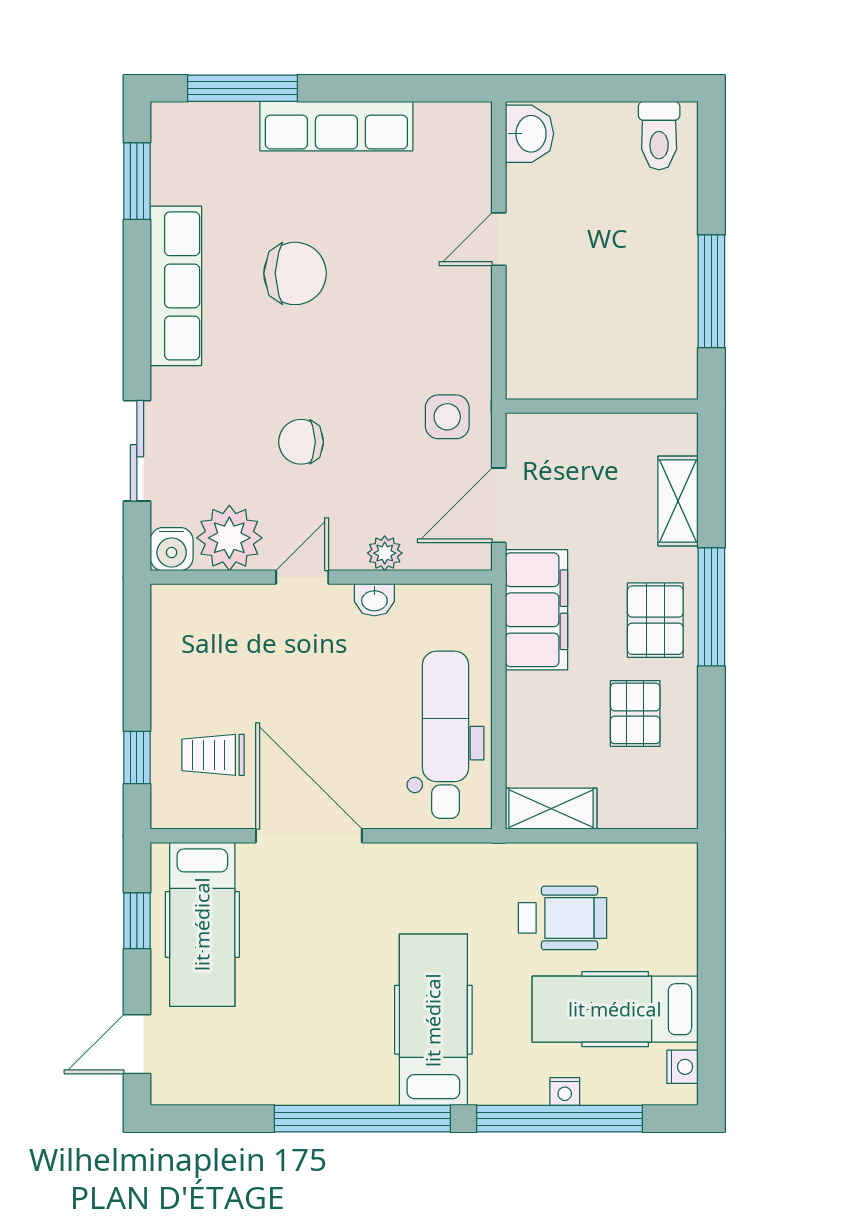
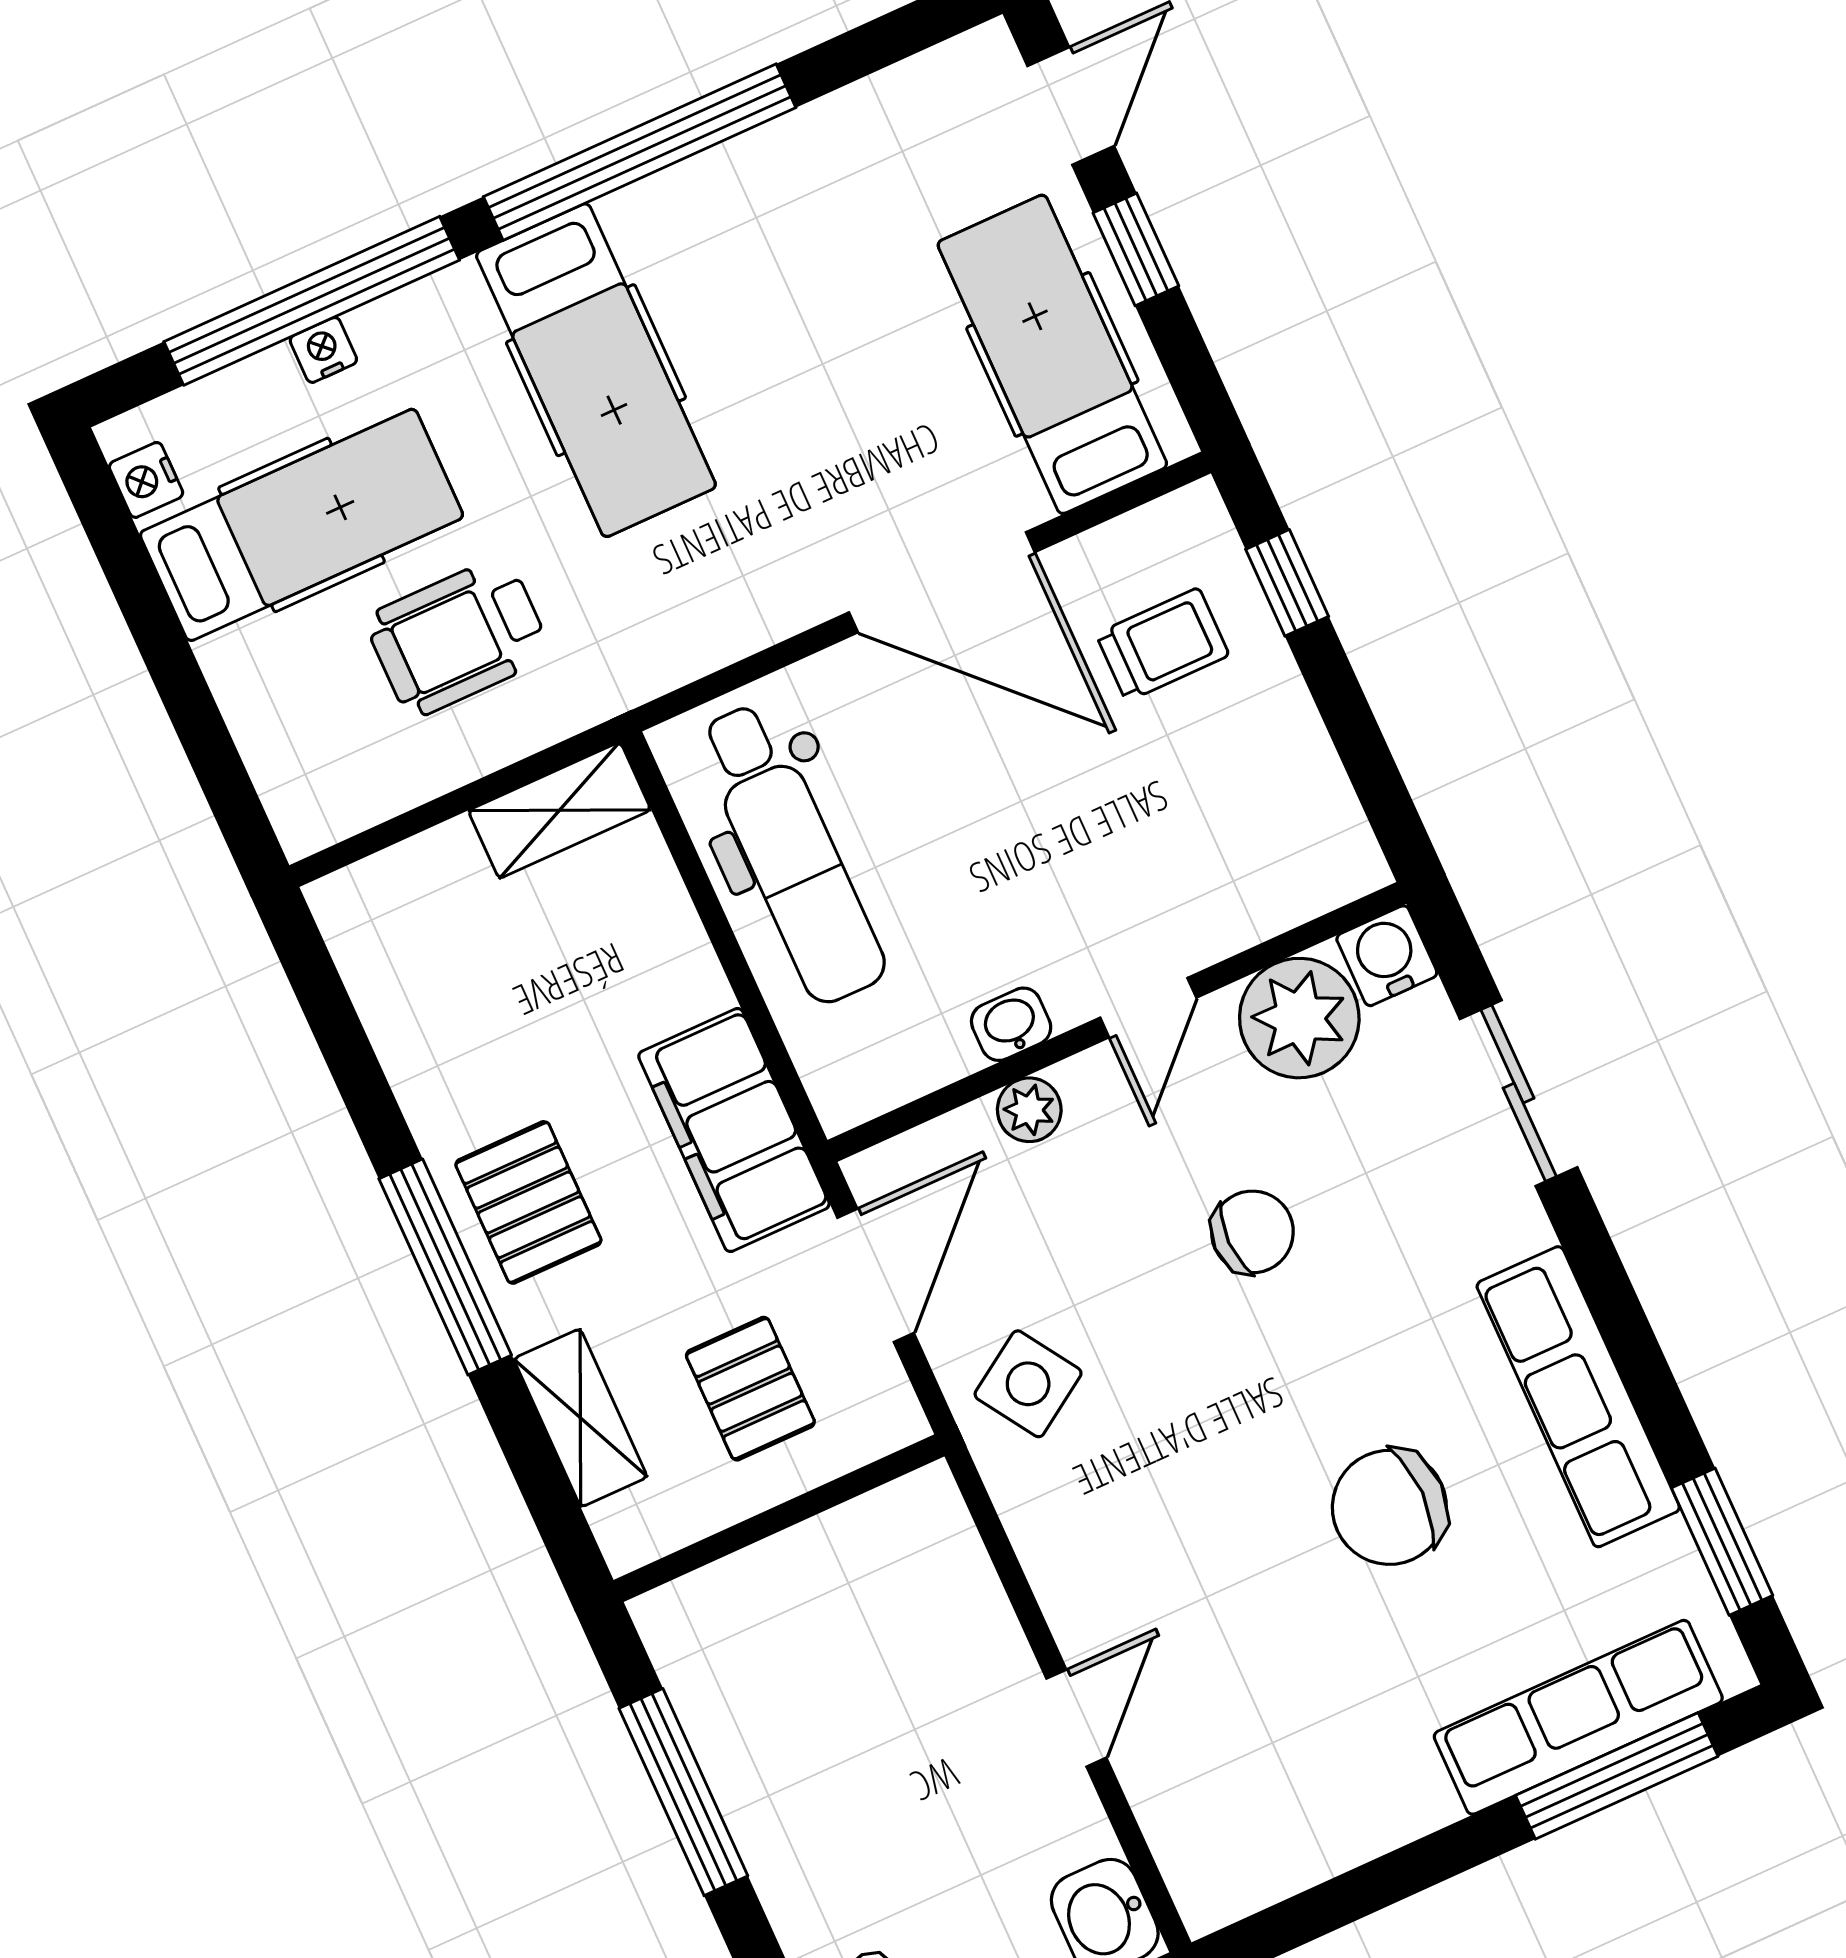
row of seats: (336, 126) -> (1578, 1717), moved
side table: (447, 417) -> (1028, 1384), turned -33
pallet: (635, 713) -> (750, 1389), moved
window: (137, 921) -> (1136, 249), moved

